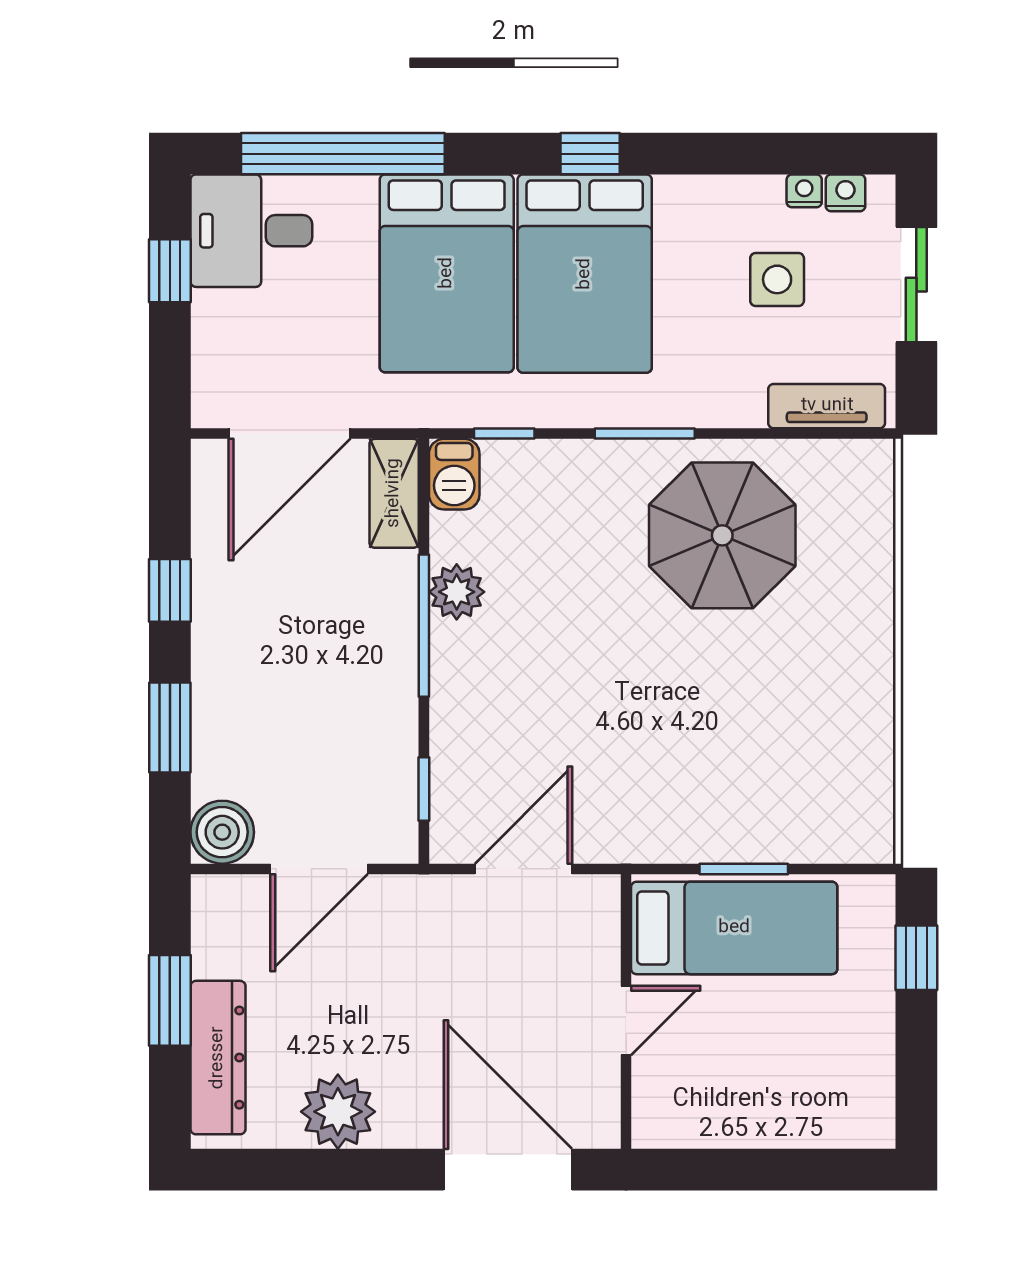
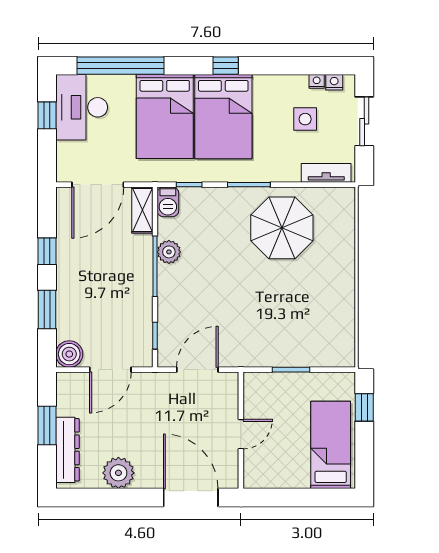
desk: (251, 231) -> (82, 107), width x1.37
bed: (734, 928) -> (331, 445), moved, turned -90

